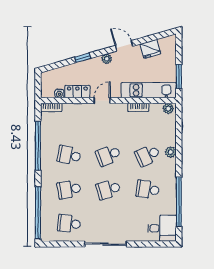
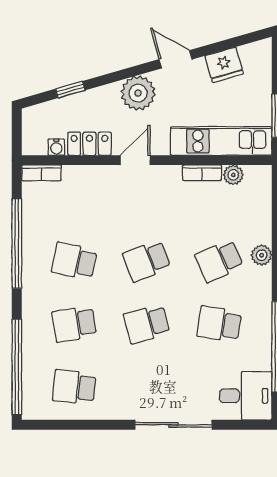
window: (83, 58) -> (70, 90), moved
plant: (107, 59) -> (138, 93), width x1.87, depth x1.87
plant: (168, 109) -> (233, 175), moved
sliding door: (105, 244) -> (173, 425), moved

